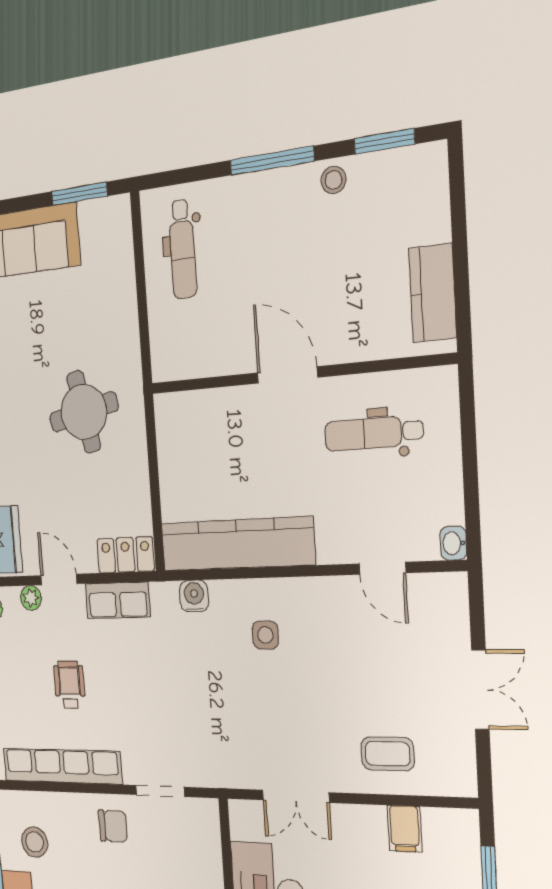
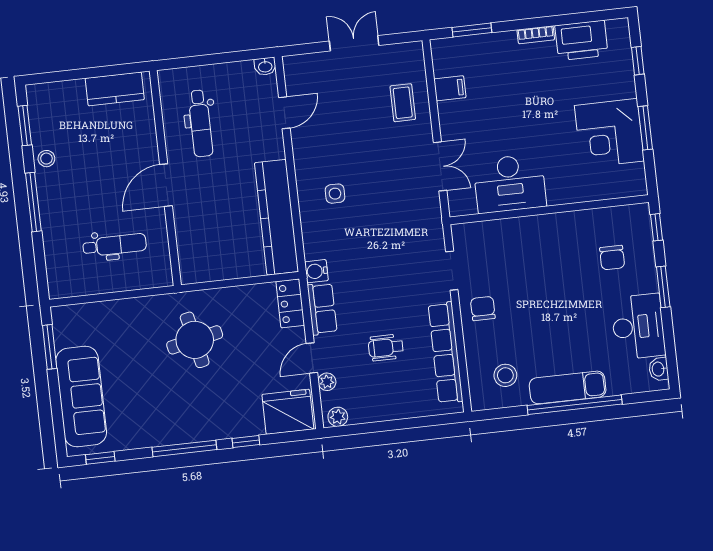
dental chair: (183, 249) -> (115, 245), moved
water cooler: (194, 596) -> (316, 271), moved

